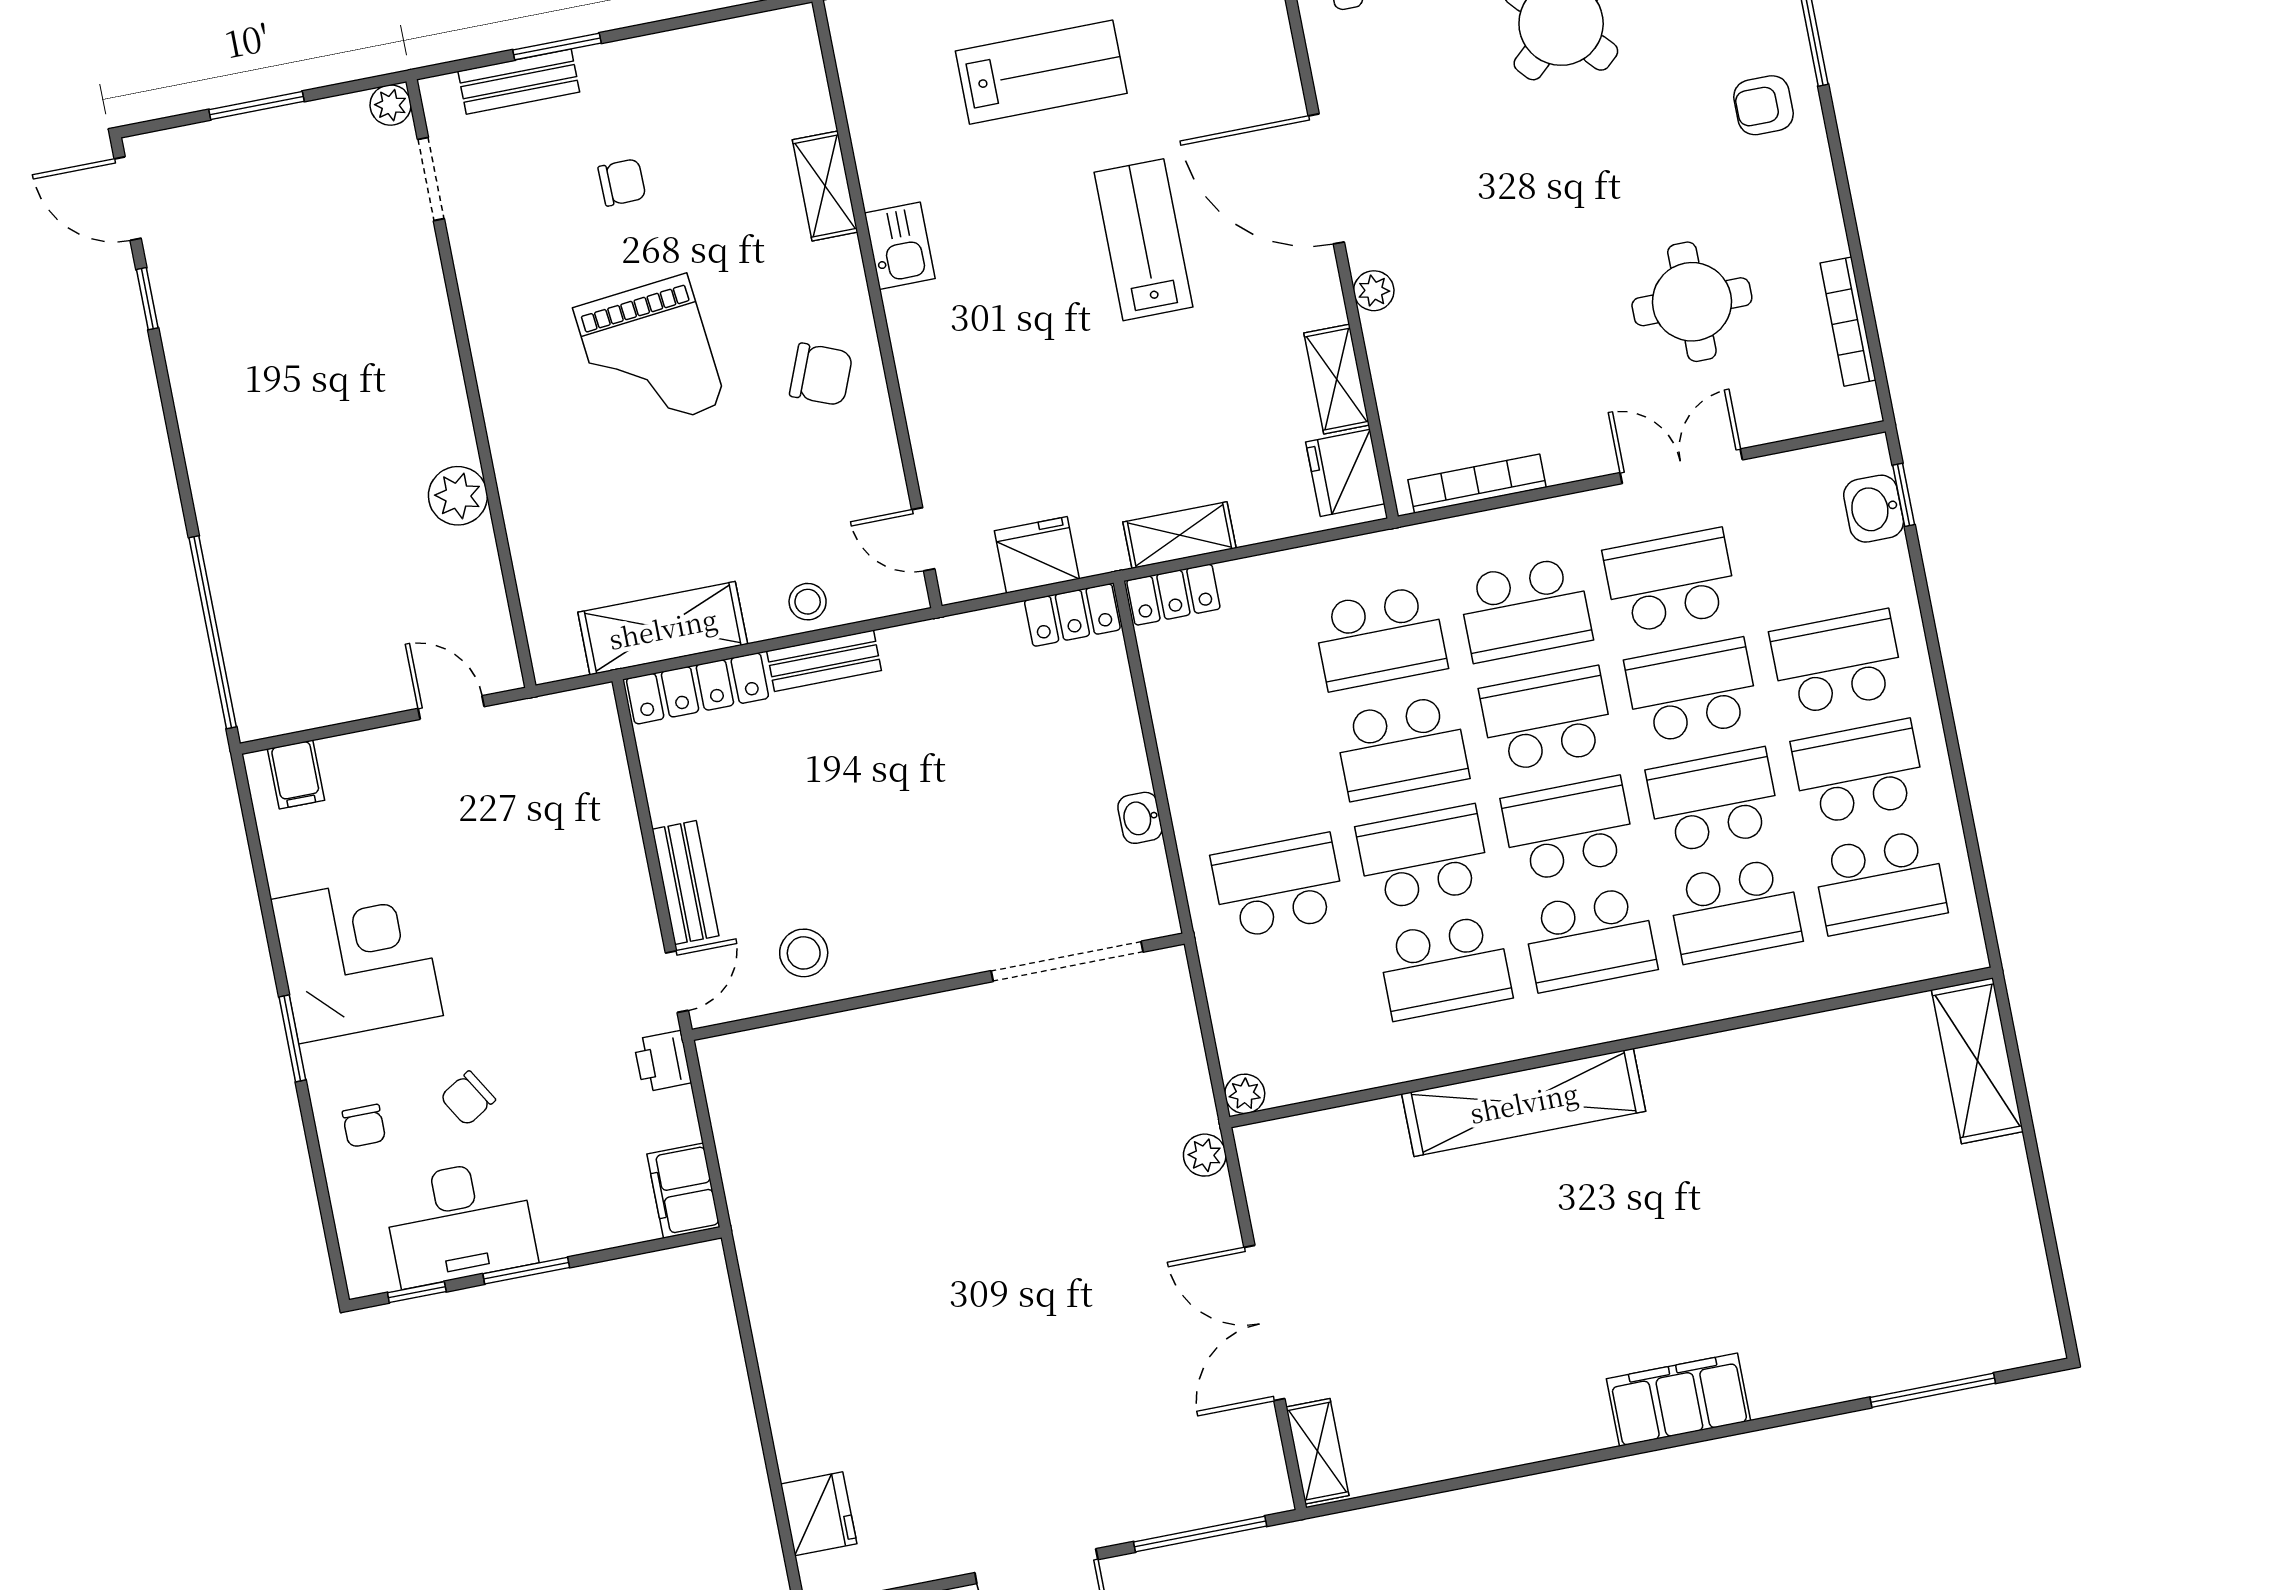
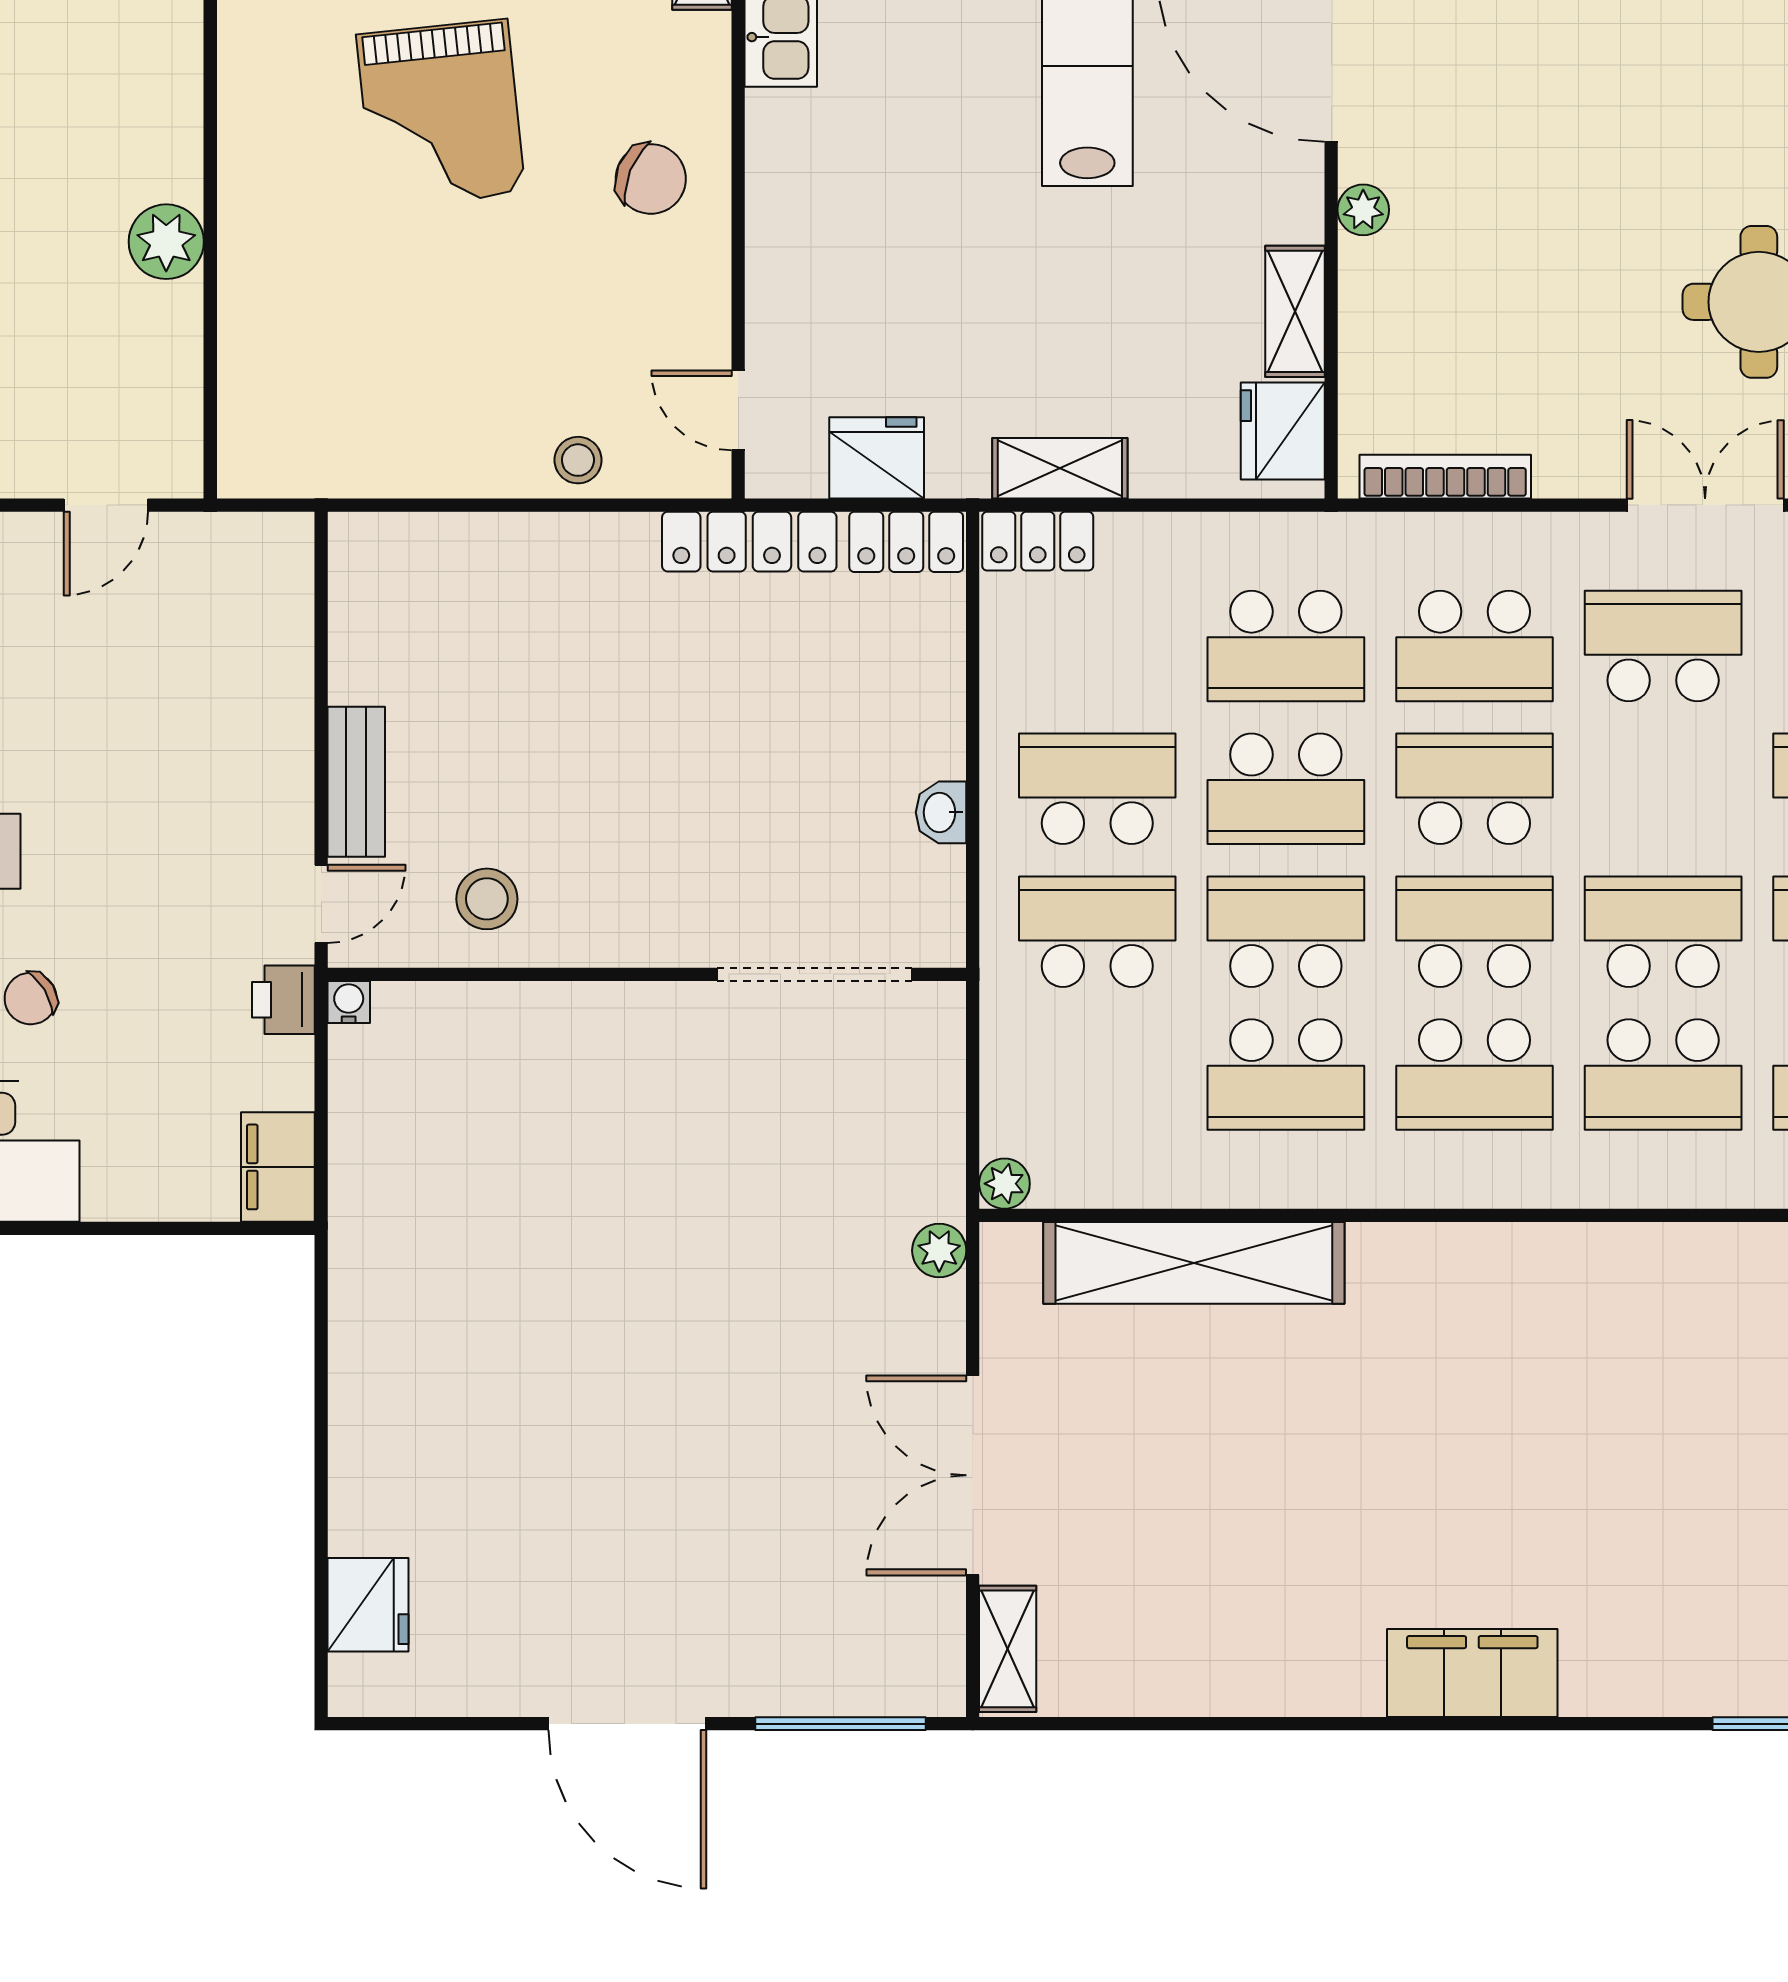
shelving: (663, 628) -> (390, 458), removed
bench: (824, 661) -> (584, 538), removed
locker: (697, 688) -> (749, 542), moved
school desk: (1692, 691) -> (1097, 789), moved
door: (451, 708) -> (106, 505), swing flipped
water cooler: (713, 1053) -> (349, 1002), added
shelving: (1524, 1102) -> (1194, 1263), moved
window: (526, 1271) -> (61, 1228), removed

